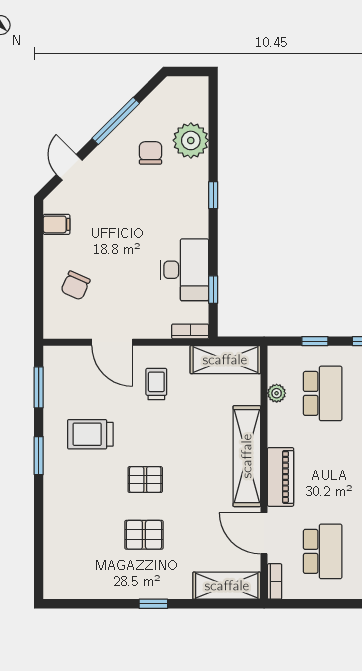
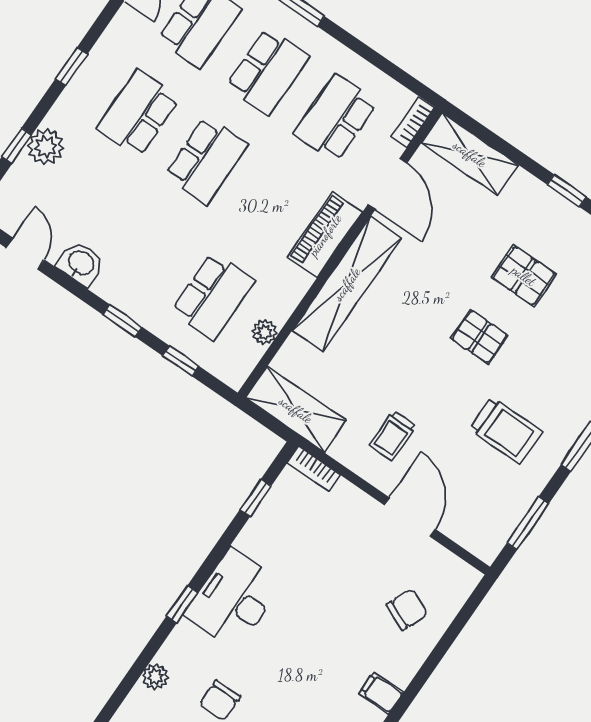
plant: (191, 140) -> (155, 677), width x0.53, depth x0.53
desk: (184, 270) -> (234, 599), moved
school desk: (323, 393) -> (213, 296), turned 180

